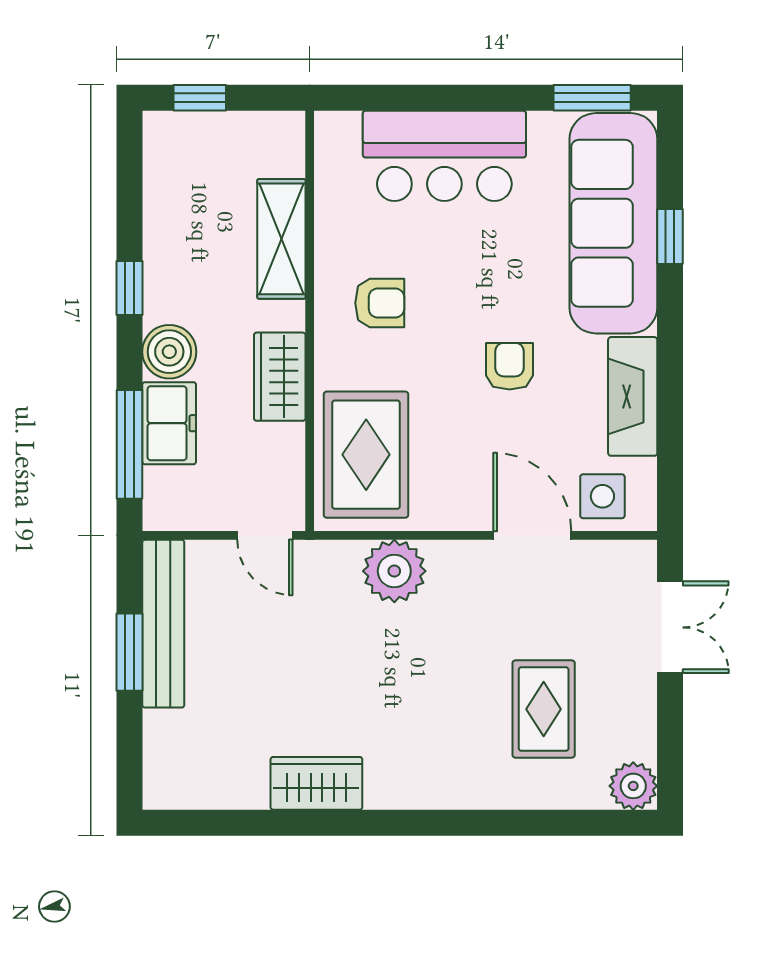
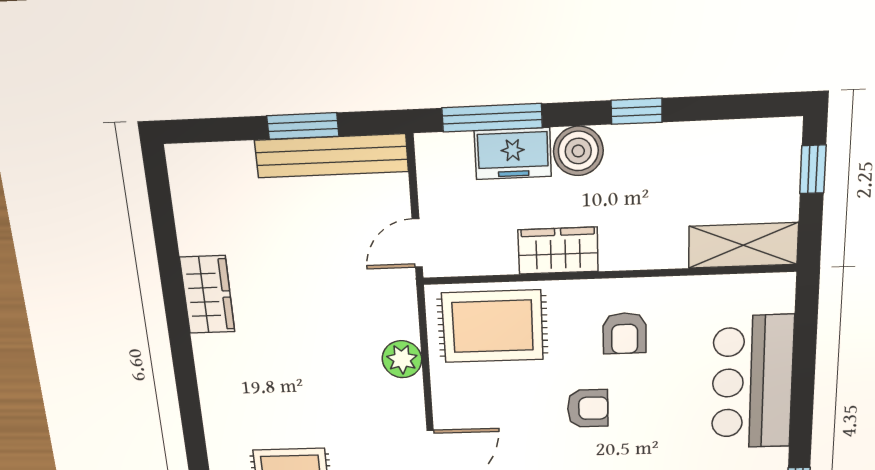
shelving: (281, 239) -> (743, 245), moved
armchair: (510, 366) -> (588, 408), moved
plant: (394, 571) -> (402, 359), width x0.73, depth x0.73

